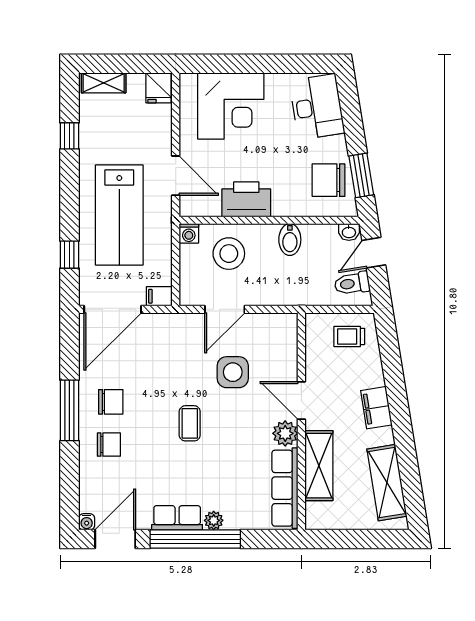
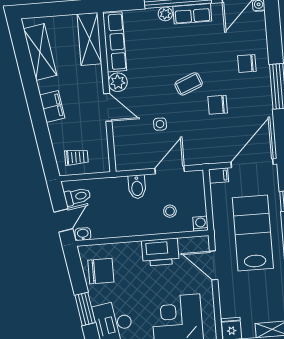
window: (361, 175) -> (85, 309), moved
bidet: (290, 240) -> (137, 187), moved, turned 180
stool: (229, 254) -> (170, 211), width x0.53, depth x0.53
side table: (233, 372) -> (160, 124), width x0.54, depth x0.54
chair: (111, 402) -> (218, 105), moved
coffee table: (190, 423) -> (189, 84), turned 68
shelving: (319, 466) -> (89, 39), moved

